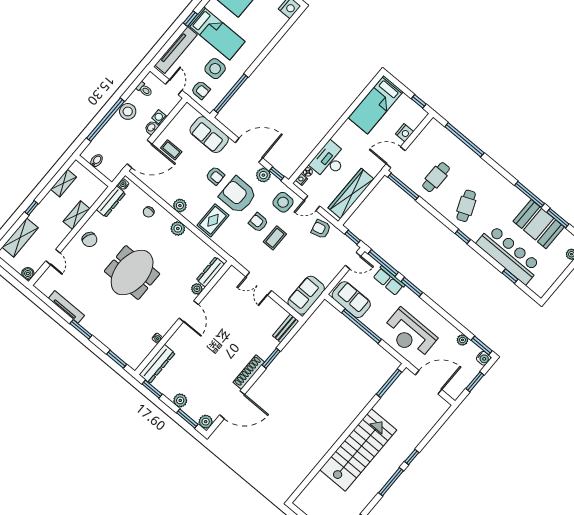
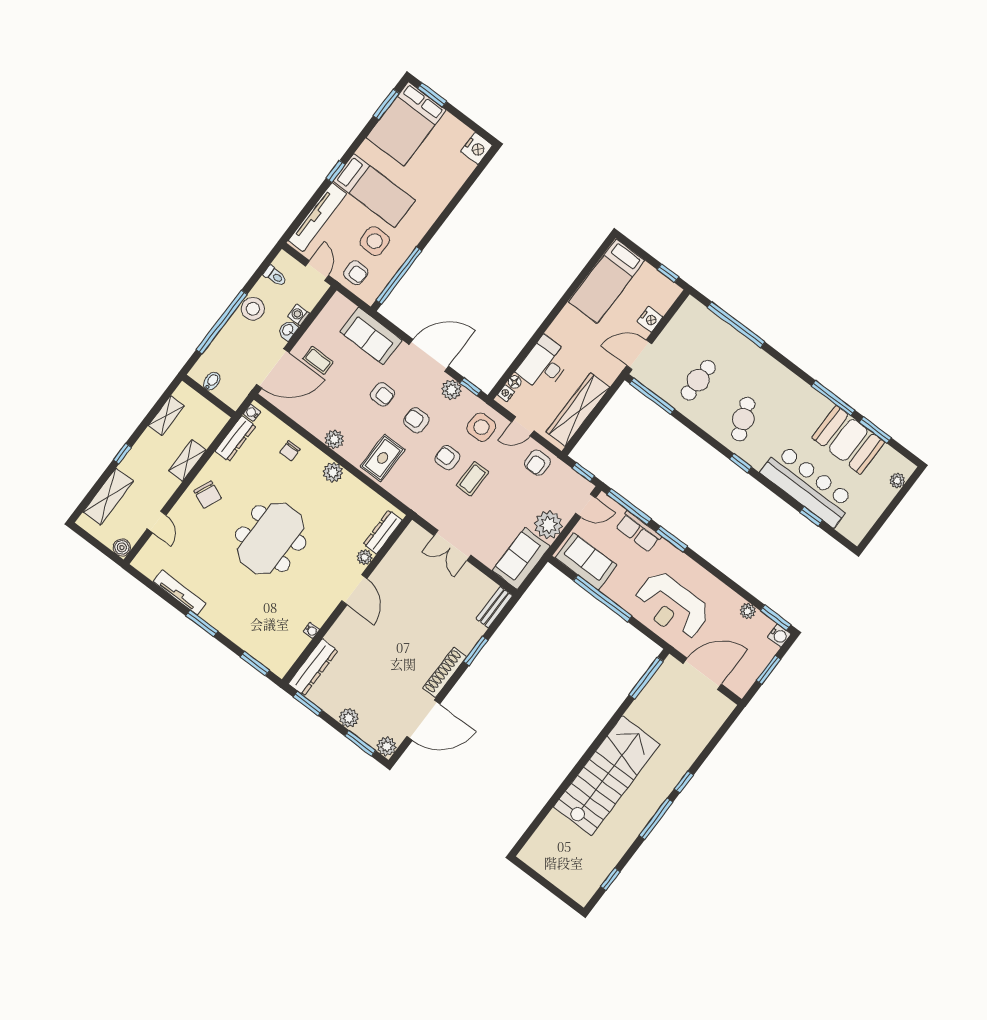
armchair: (238, 195) -> (416, 420), width x0.53, depth x0.53
armchair: (321, 229) -> (537, 463), turned -76
plant: (326, 273) -> (548, 525), added

